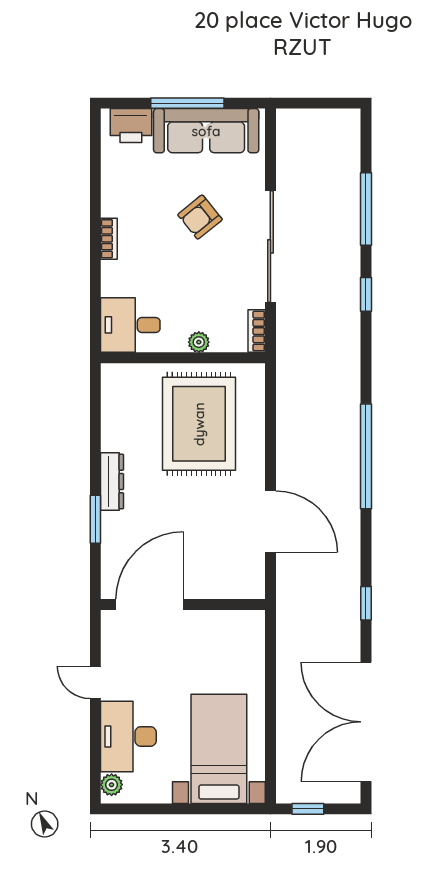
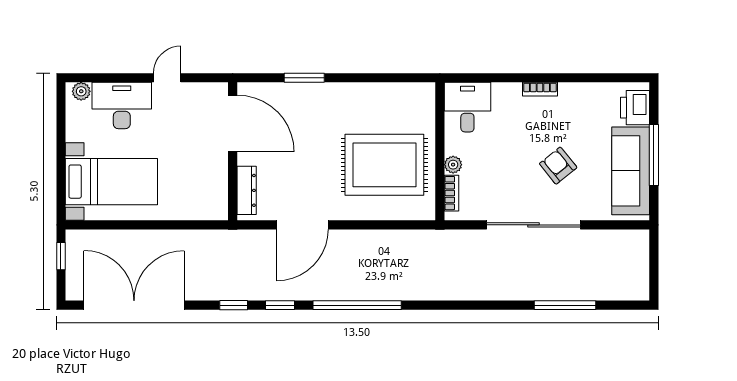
window: (366, 294) -> (280, 305), moved
bookcase: (257, 331) -> (452, 193), moved, turned 90
dresser: (112, 481) -> (247, 190), moved, turned -90

